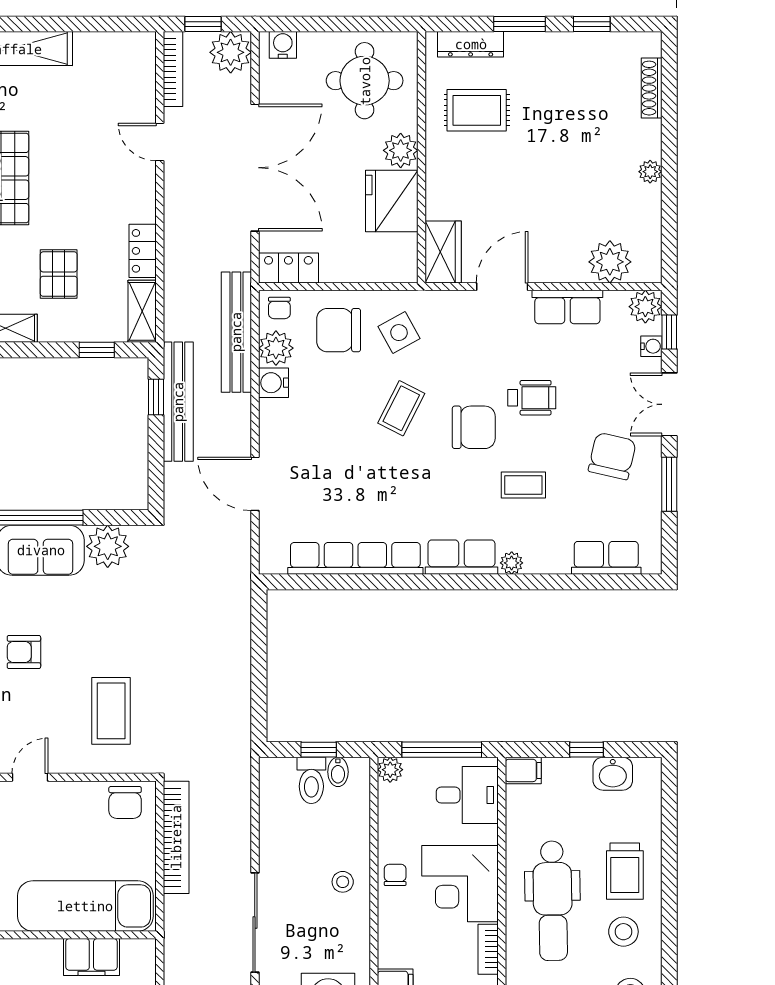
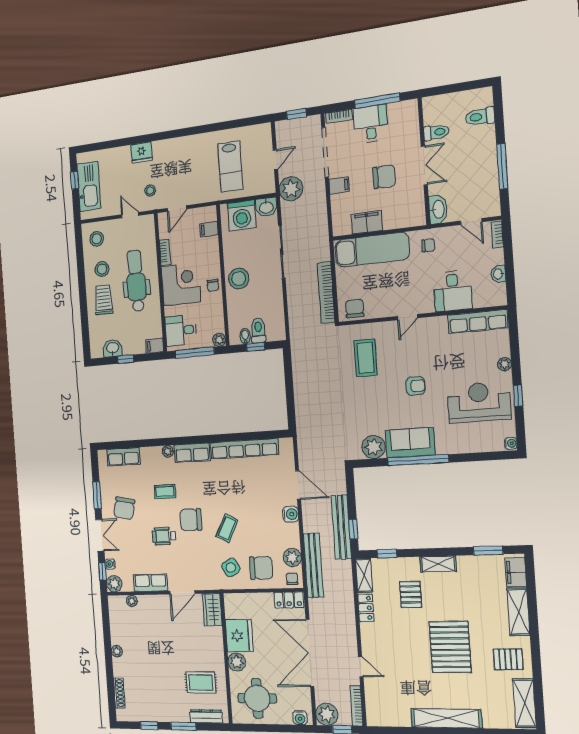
plant: (610, 262) -> (132, 601), width x0.53, depth x0.53
water cooler: (273, 383) -> (291, 514), moved
stool: (343, 882) -> (239, 279), width x1.89, depth x1.89

